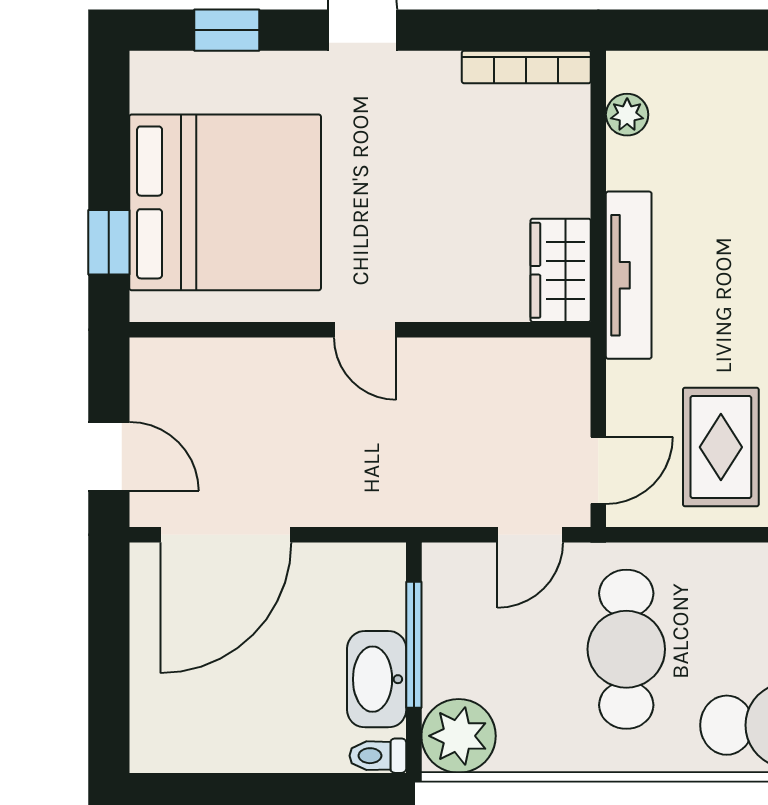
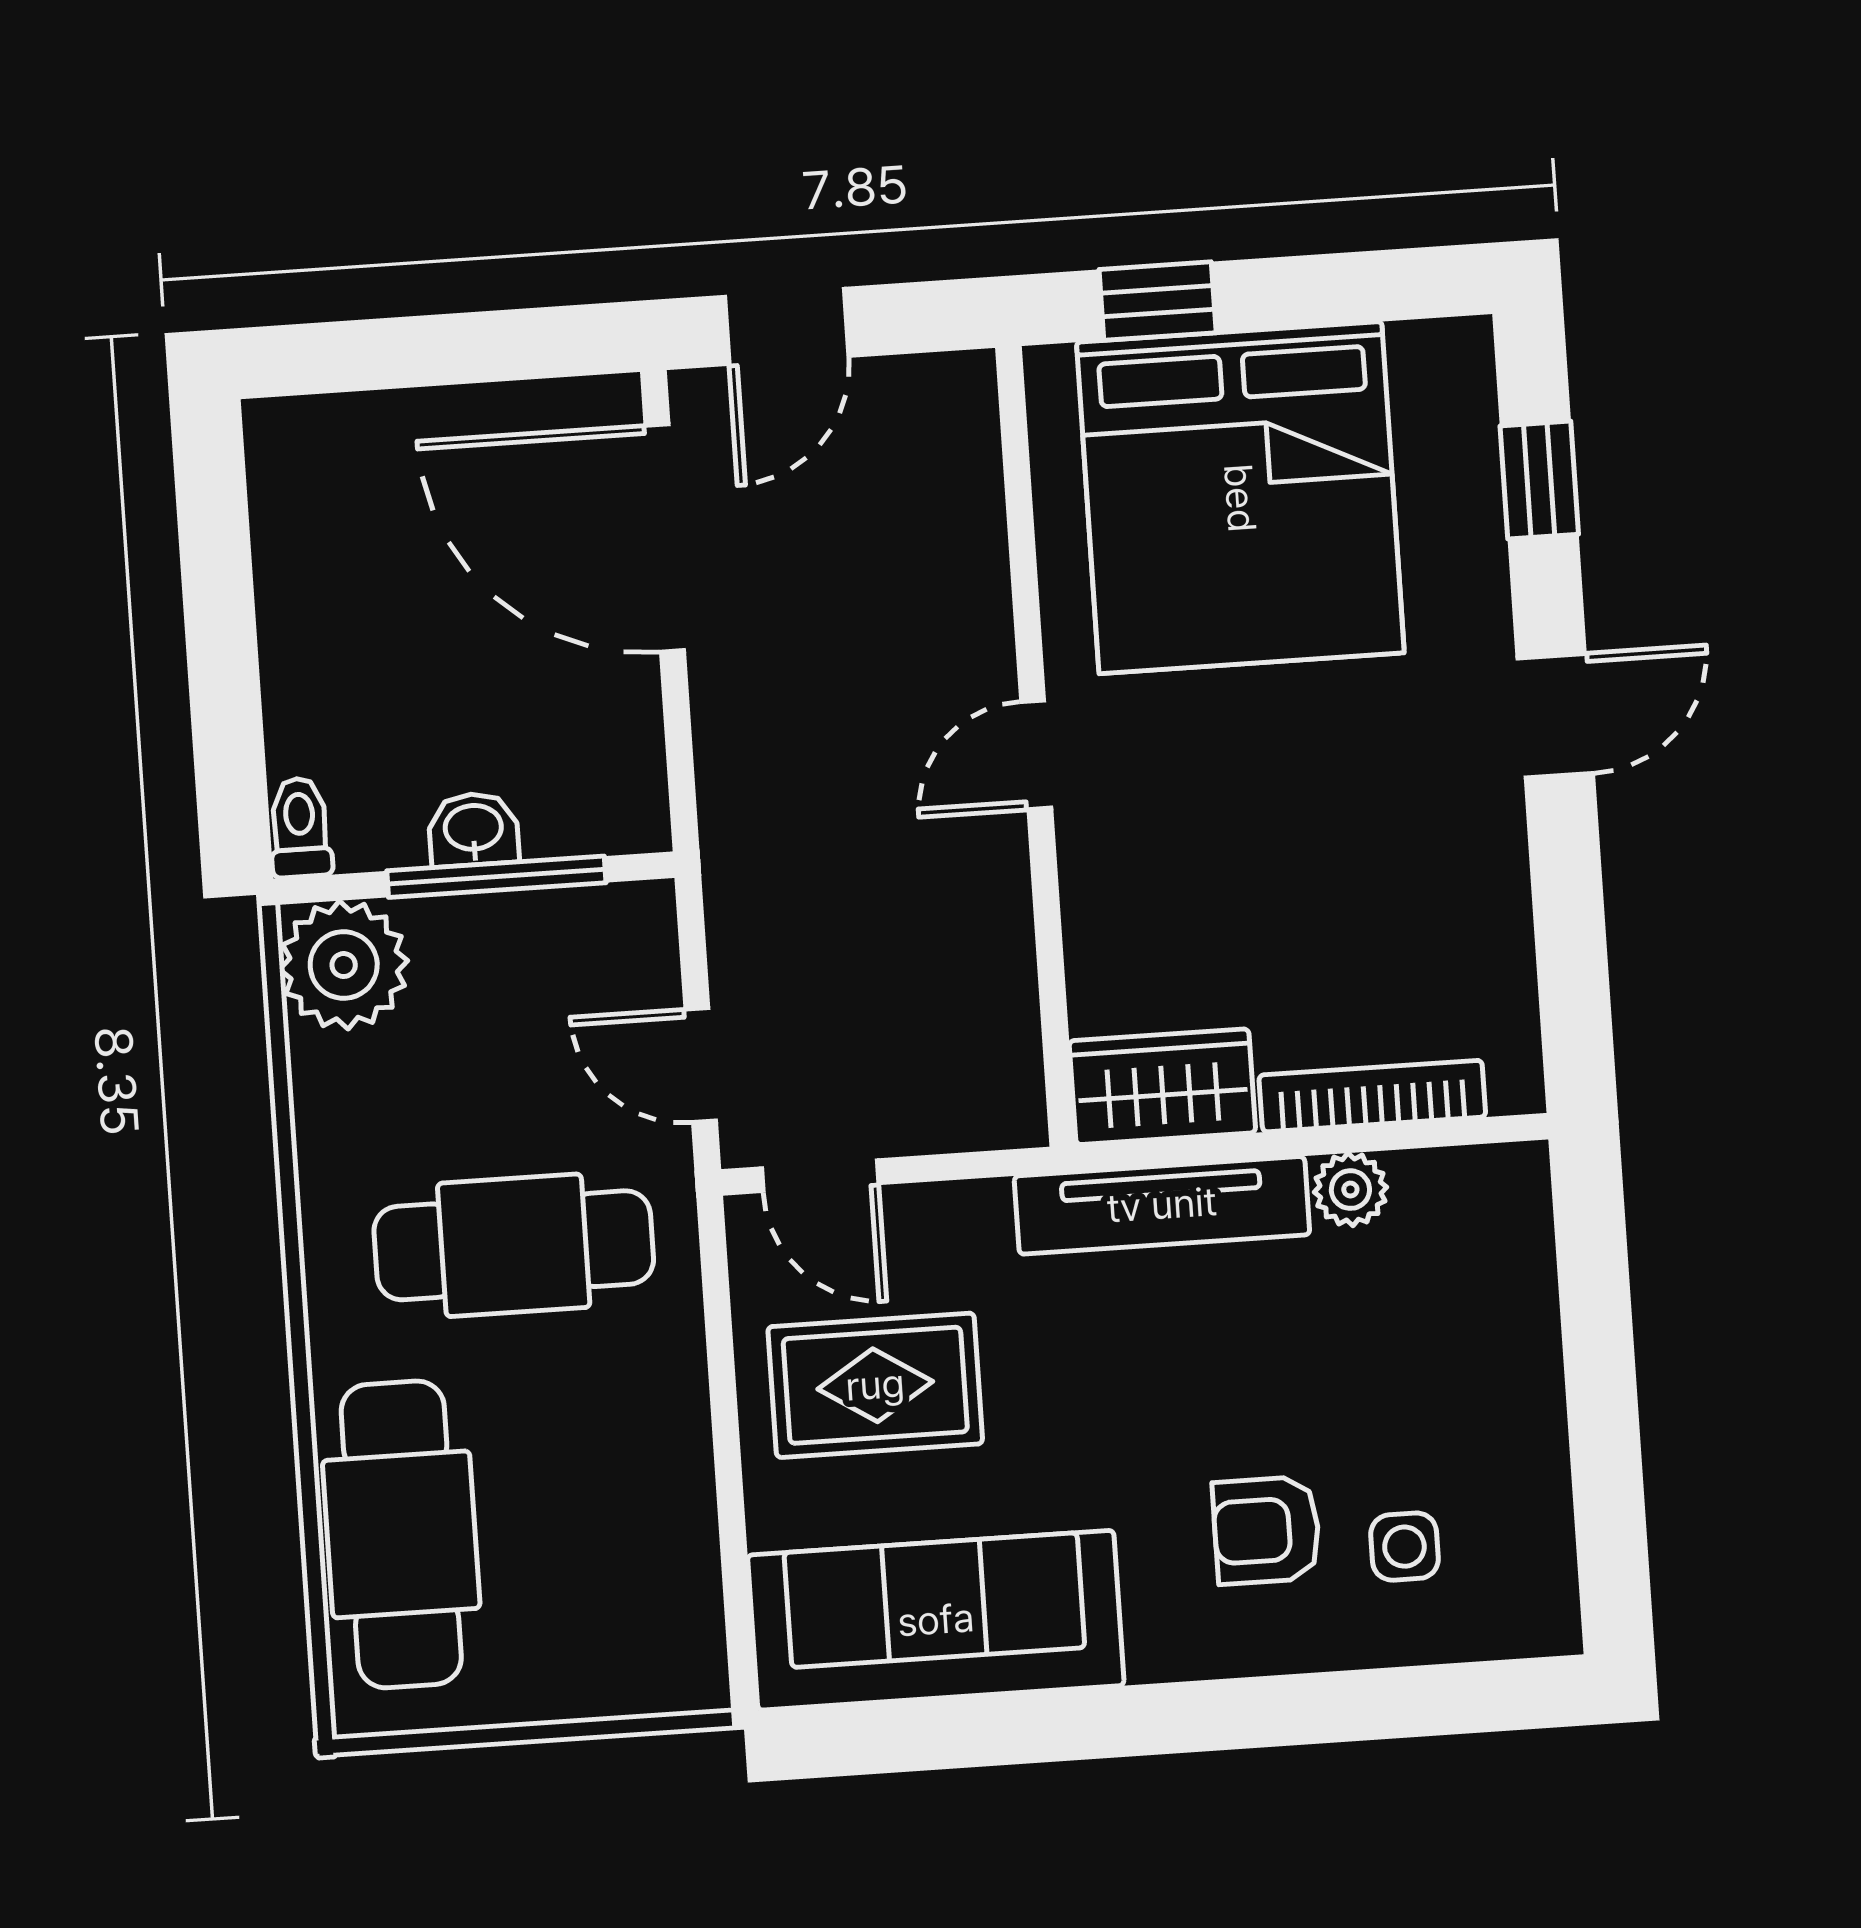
bookcase: (526, 67) -> (1372, 1096), moved, turned 90
plant: (627, 115) -> (1350, 1190), moved
washbasin: (377, 679) -> (473, 829), width x0.52, depth x0.69

